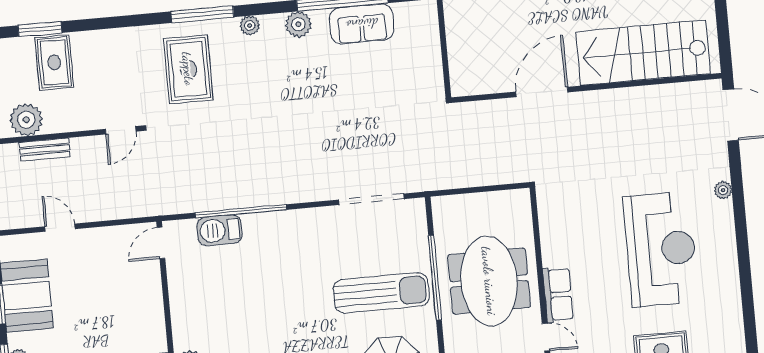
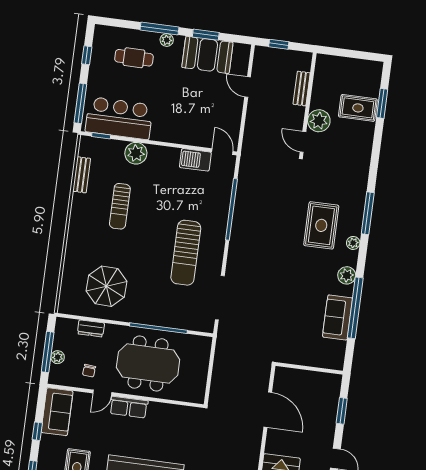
rug: (188, 69) -> (321, 225), moved, turned 90
door: (542, 92) -> (268, 410), moved
plant: (26, 120) -> (319, 121), moved
door: (60, 228) -> (248, 87), swing flipped
barbecue: (220, 230) -> (195, 160), moved, turned -90
sun lounger: (381, 293) -> (186, 253), moved

